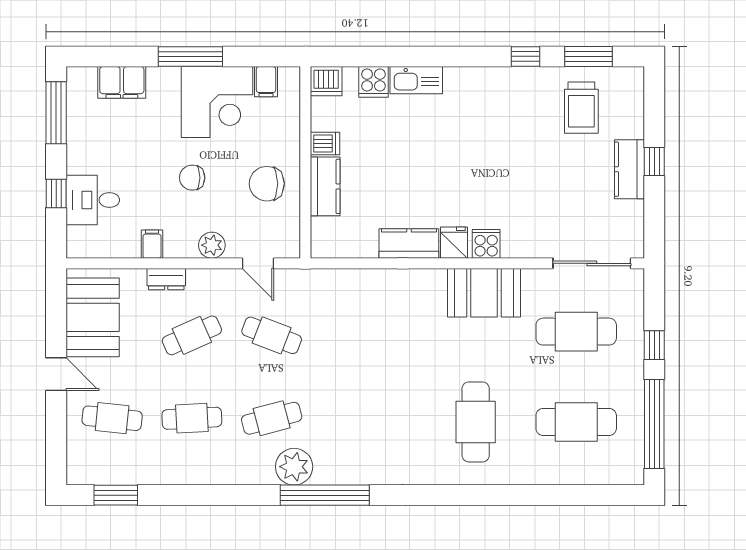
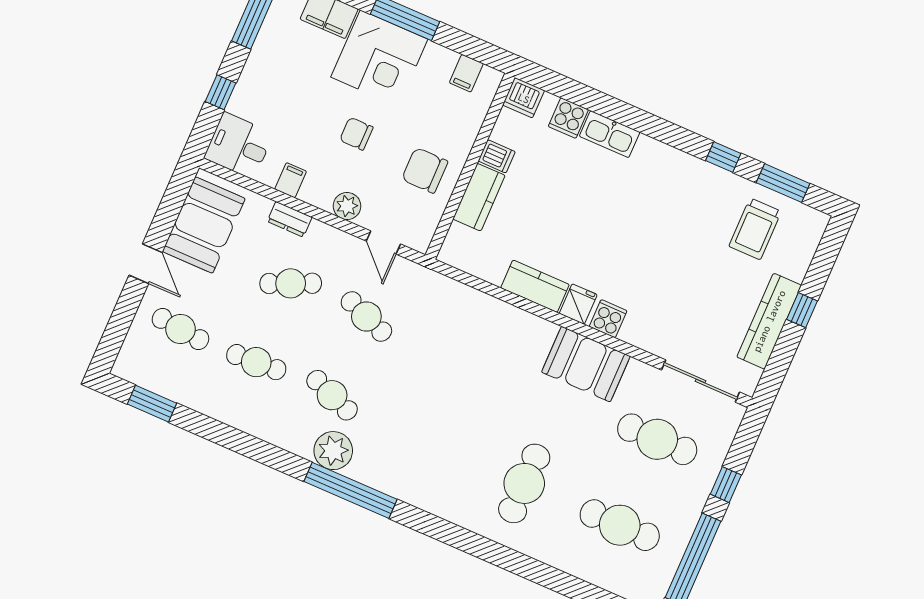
corner desk: (217, 102) -> (379, 58), moved
kitchen counter: (629, 169) -> (769, 321), width x1.50
desk: (93, 200) -> (239, 146), moved
cafe table: (272, 418) -> (332, 395), turned 36

